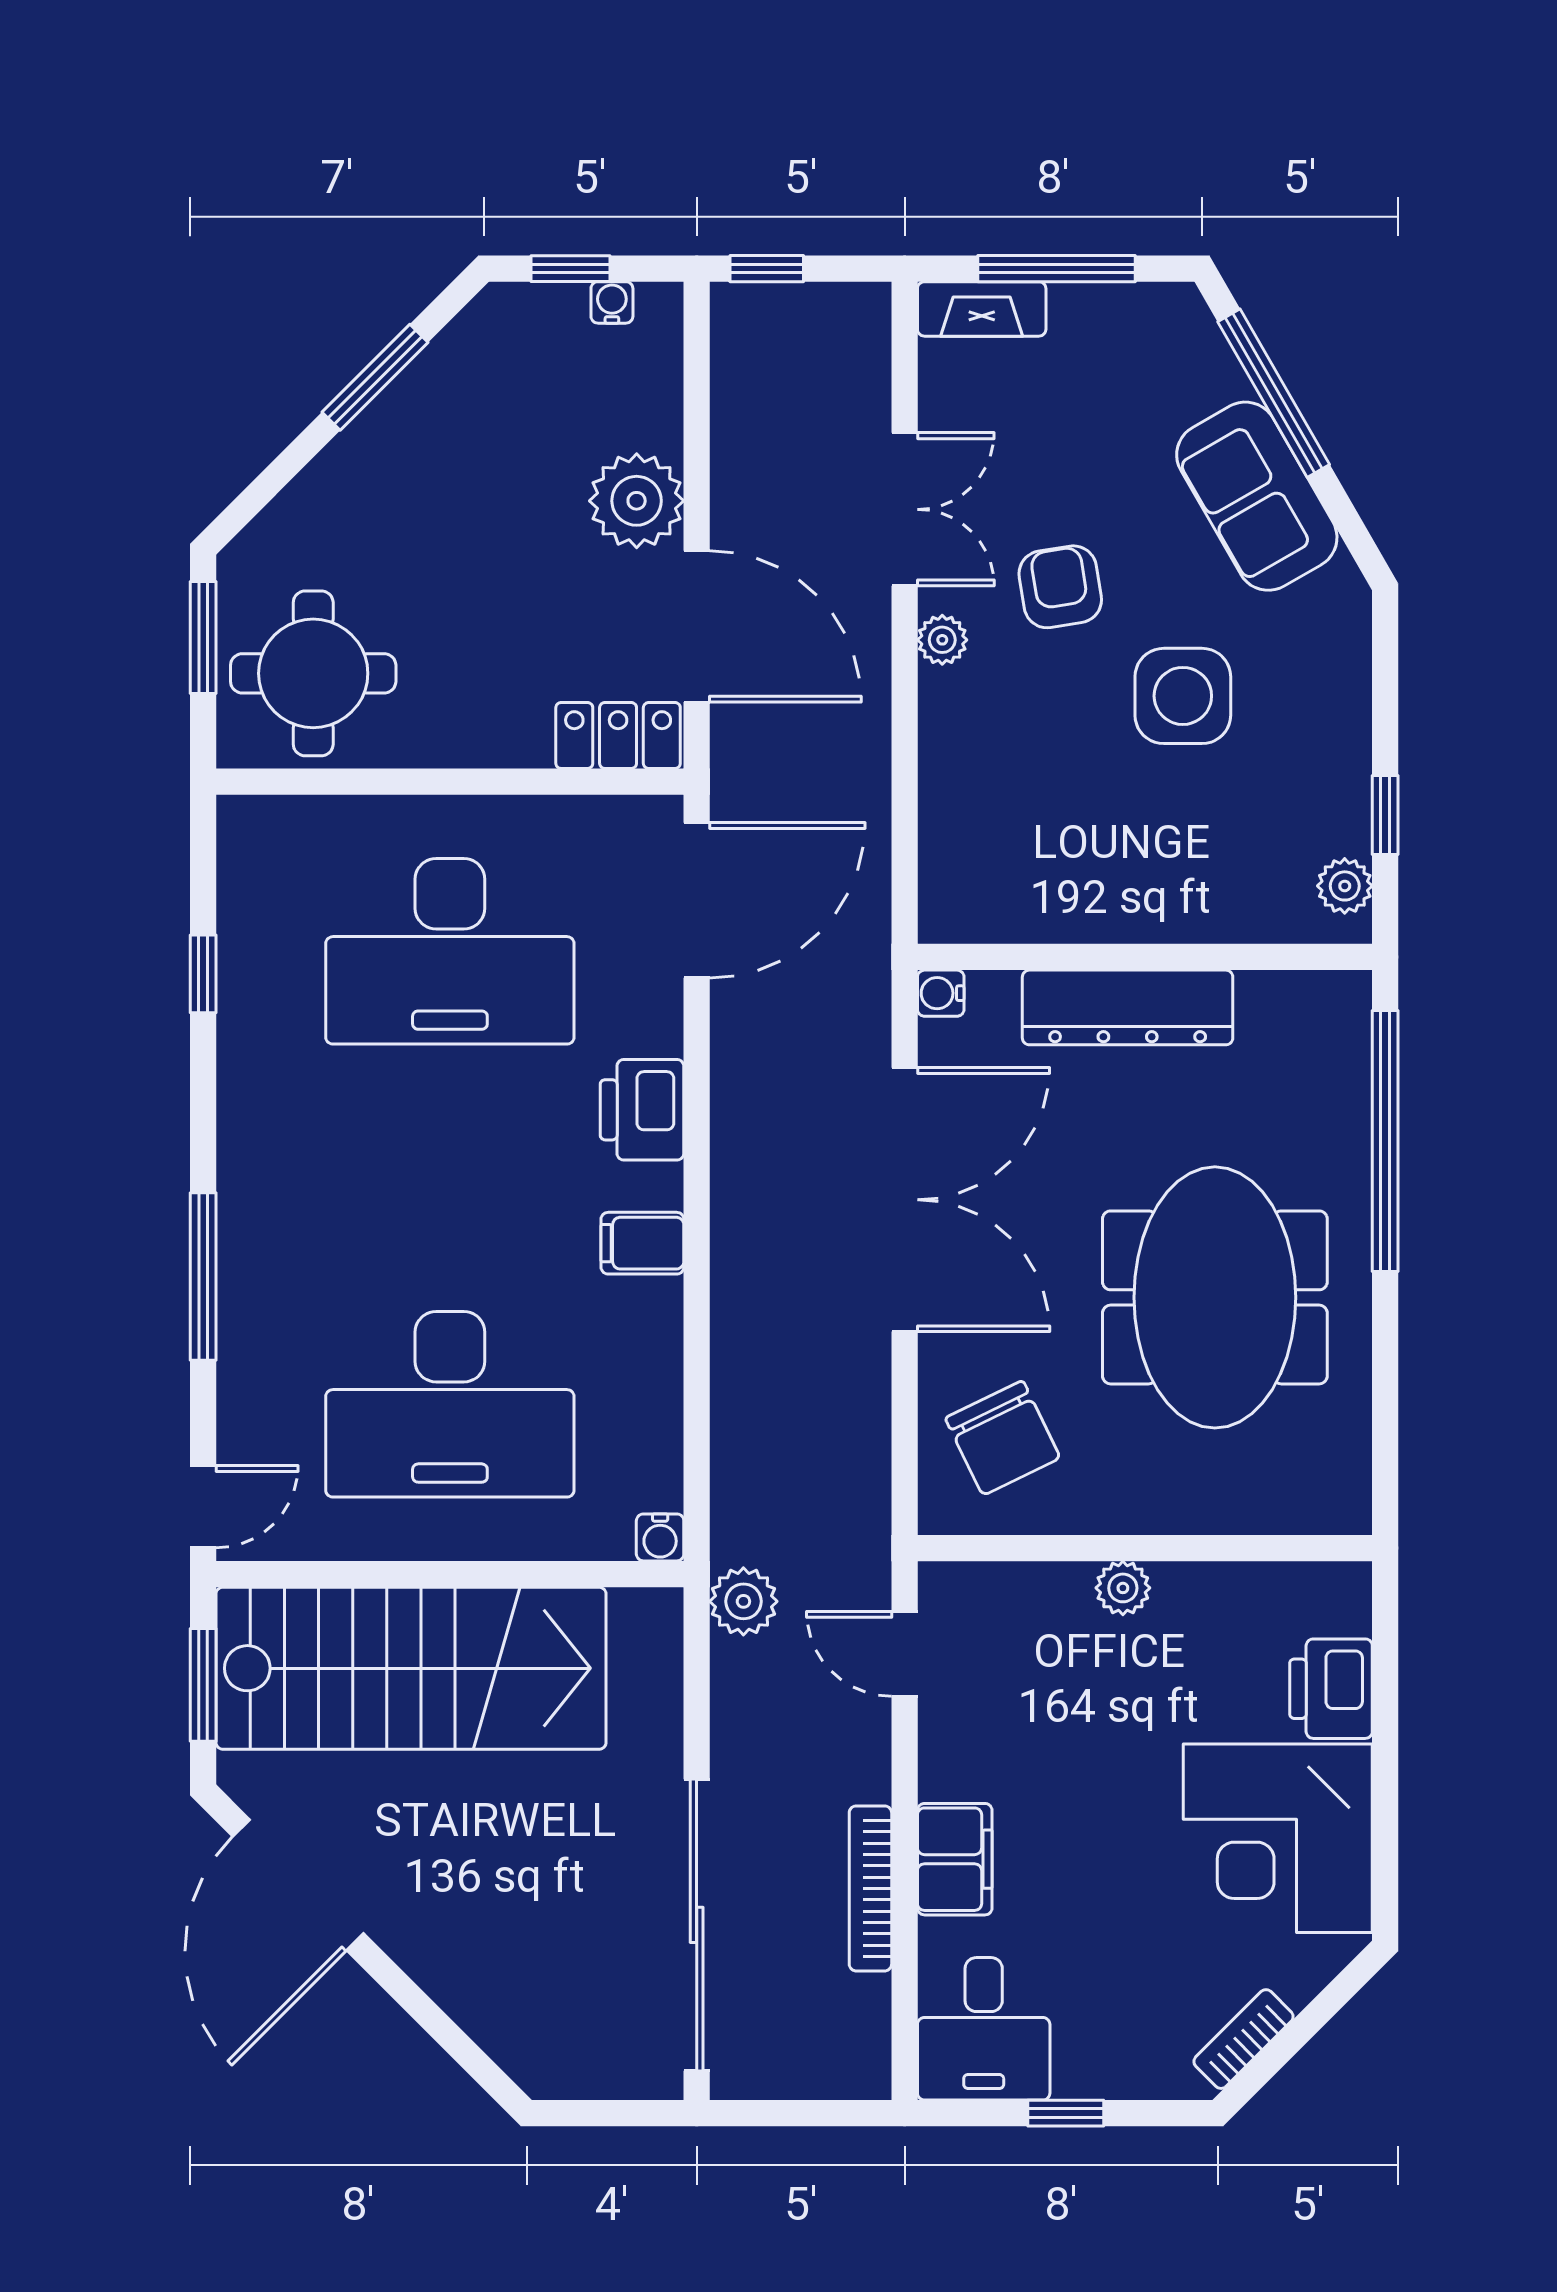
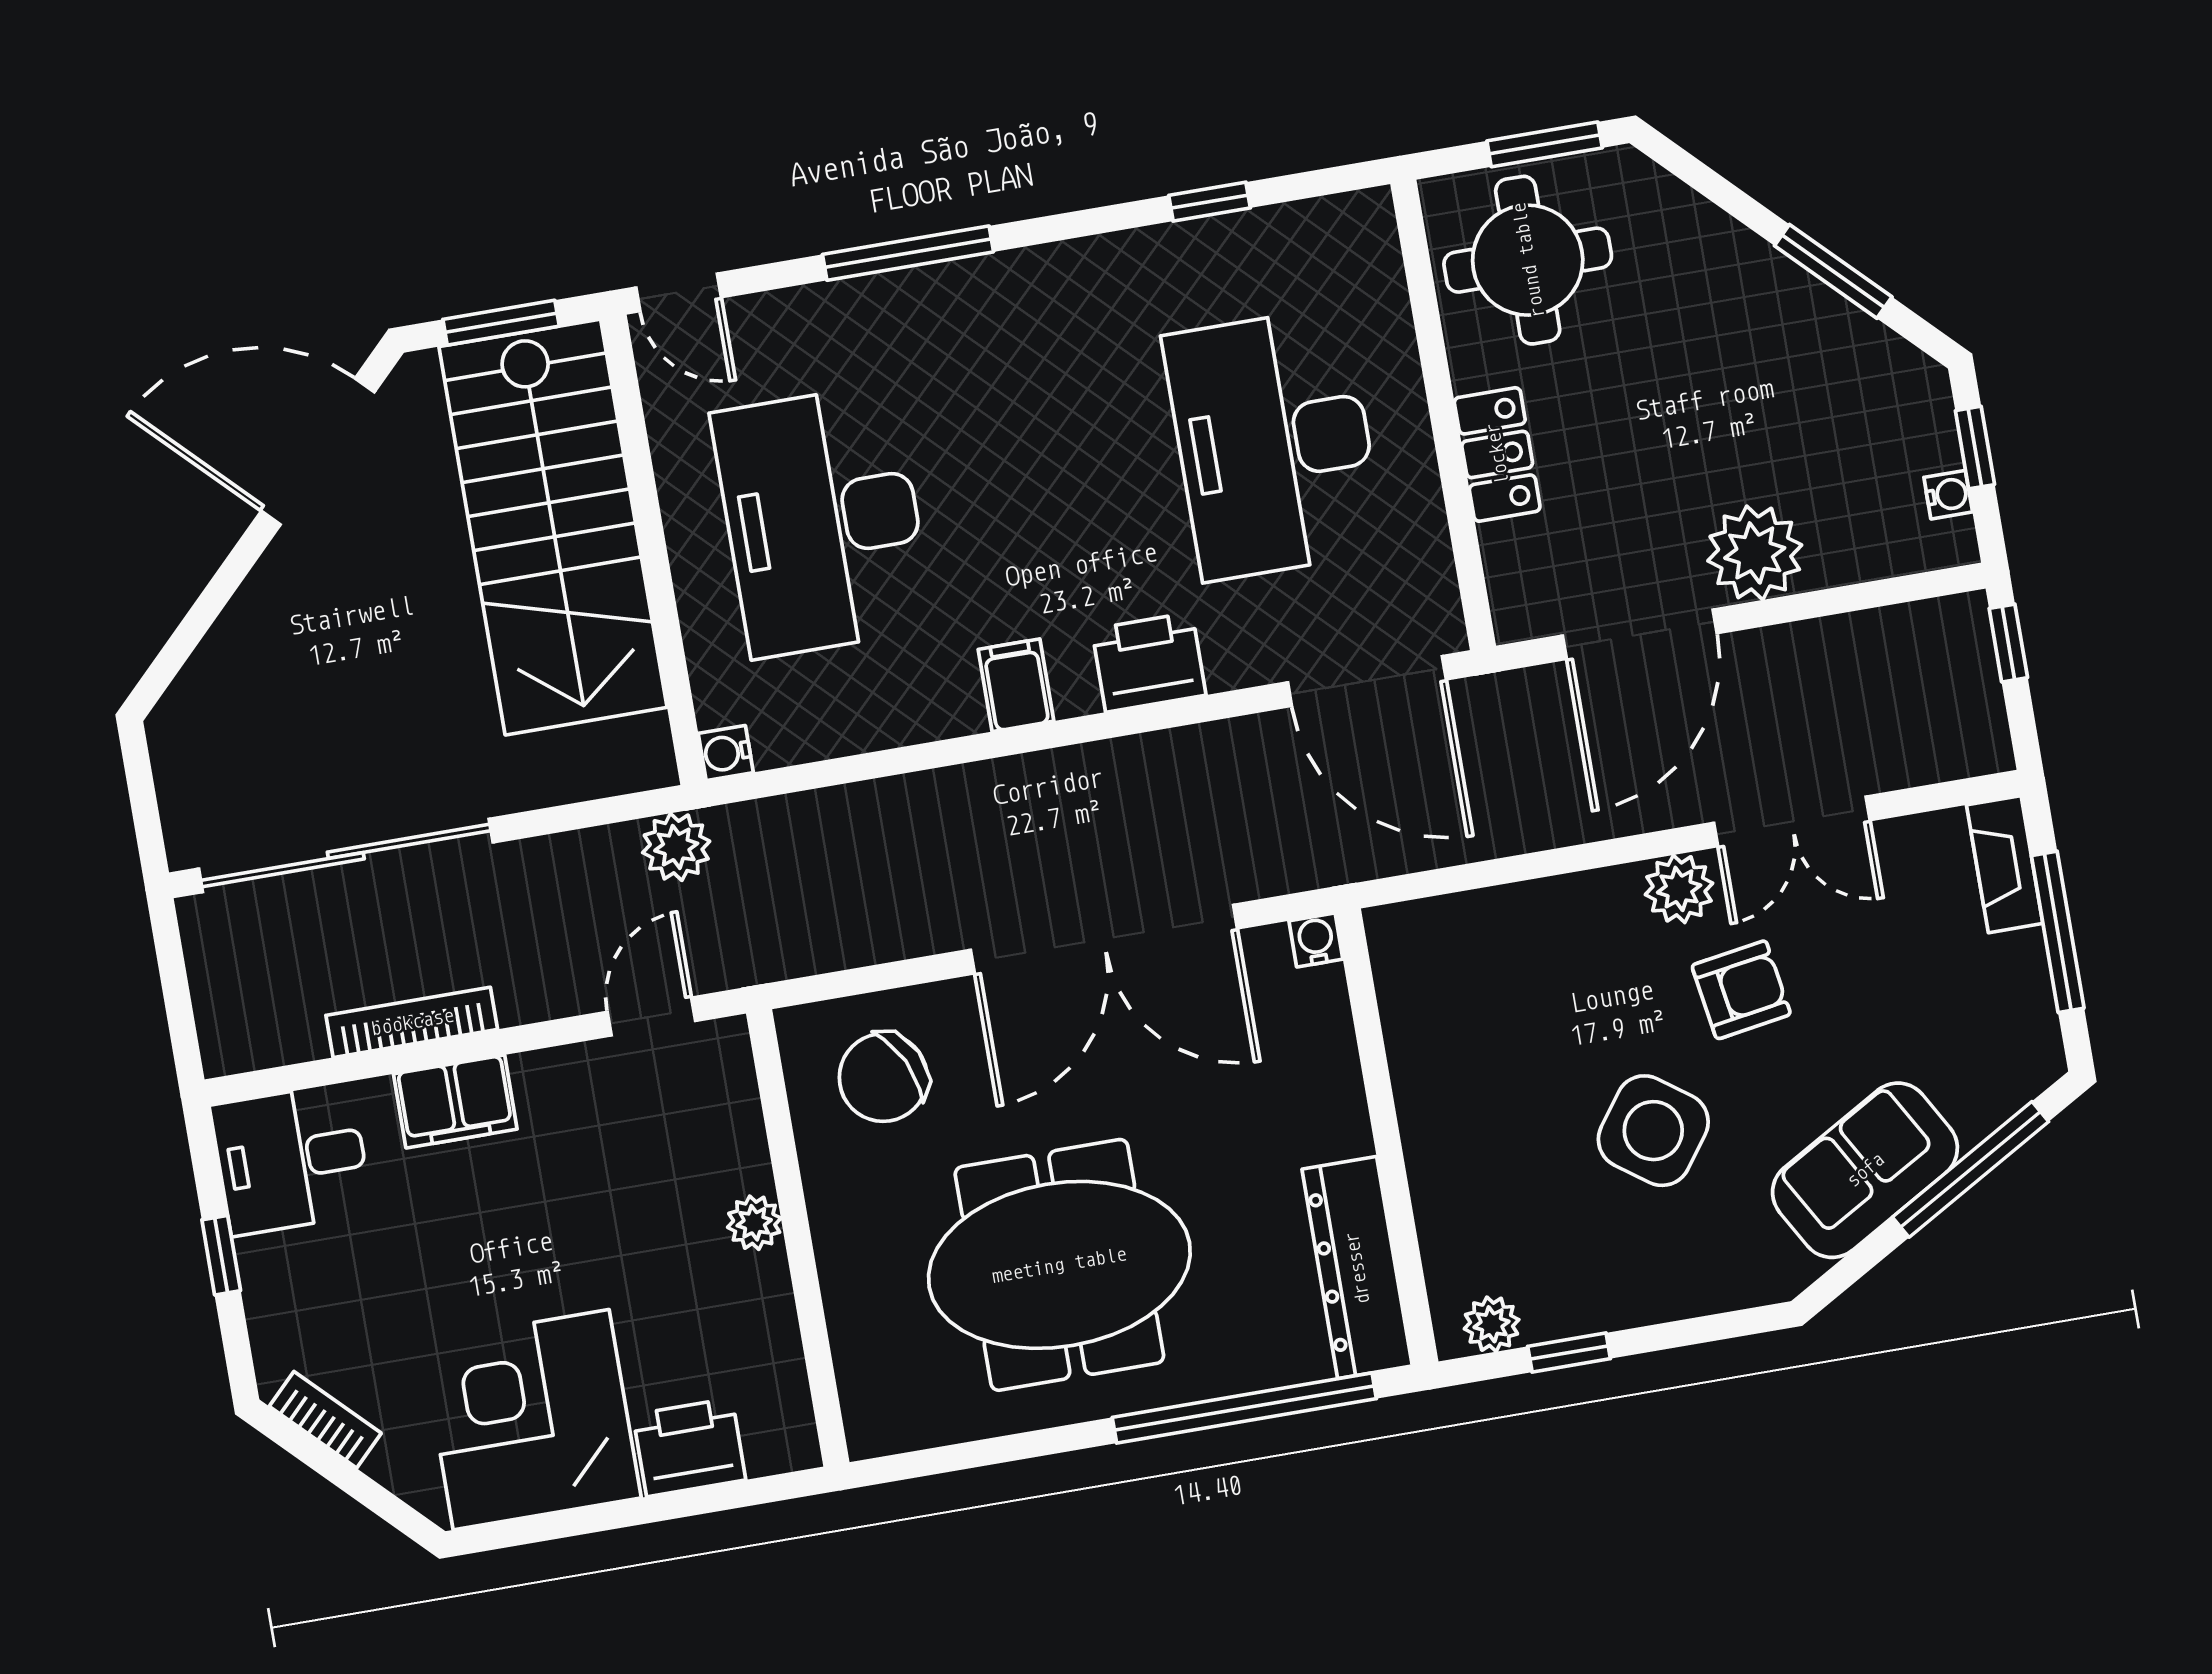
plant: (942, 640) -> (1679, 889), width x1.38, depth x1.38
side table: (1183, 696) -> (1653, 1131), turned 36
locker: (618, 735) -> (1497, 454), moved
dresser: (1128, 1007) -> (1357, 1268), moved

